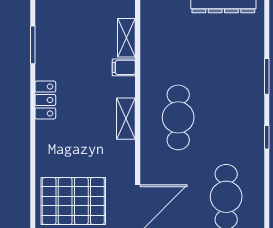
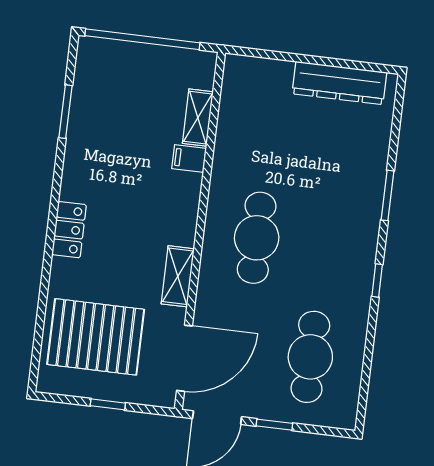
locker: (45, 100) -> (69, 230), moved
shelving: (126, 119) -> (178, 276), moved

